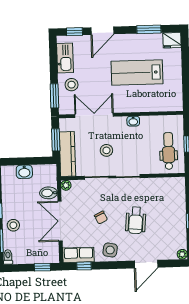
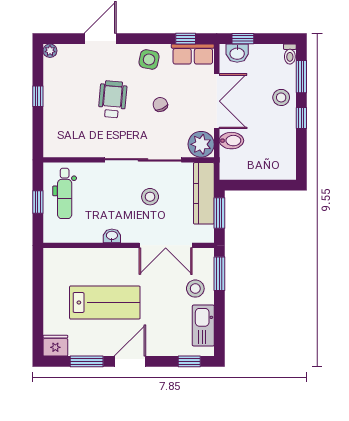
door: (102, 31) -> (130, 361), moved
washbasin: (24, 172) -> (237, 53), moved, turned 180
plant: (66, 185) -> (201, 144), width x1.88, depth x1.88

